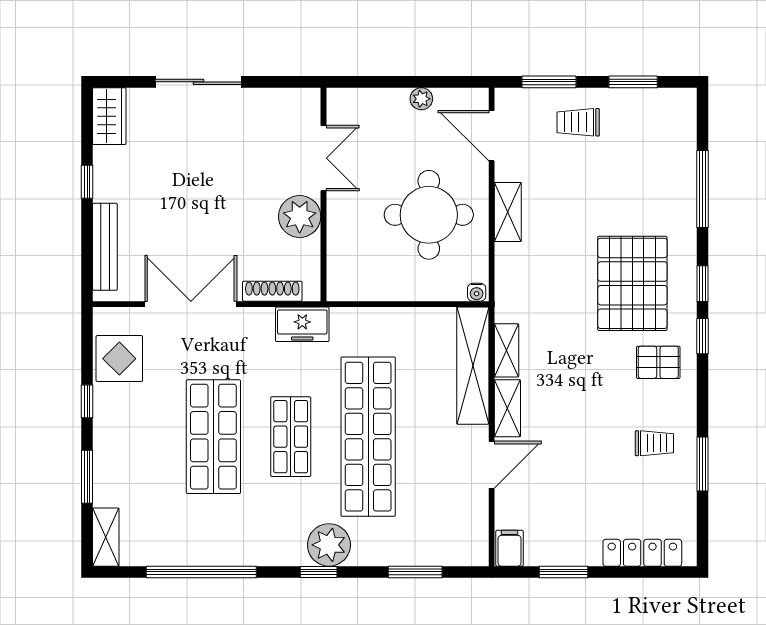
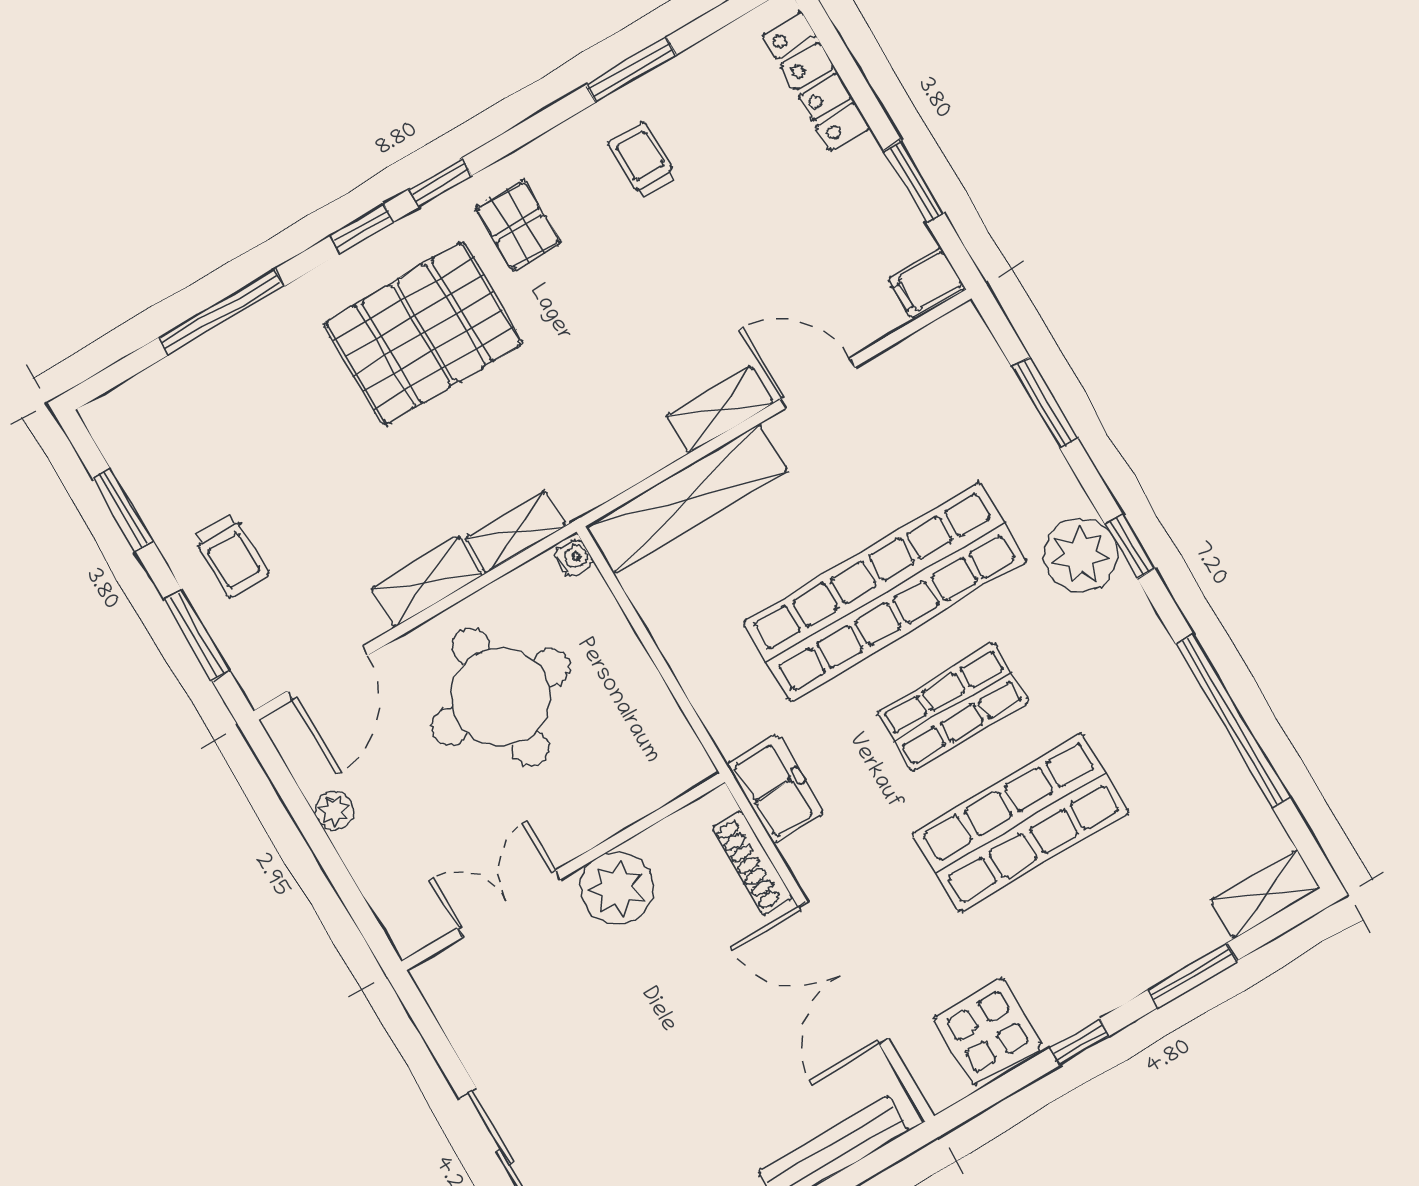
shelving: (507, 350) -> (515, 532), moved

